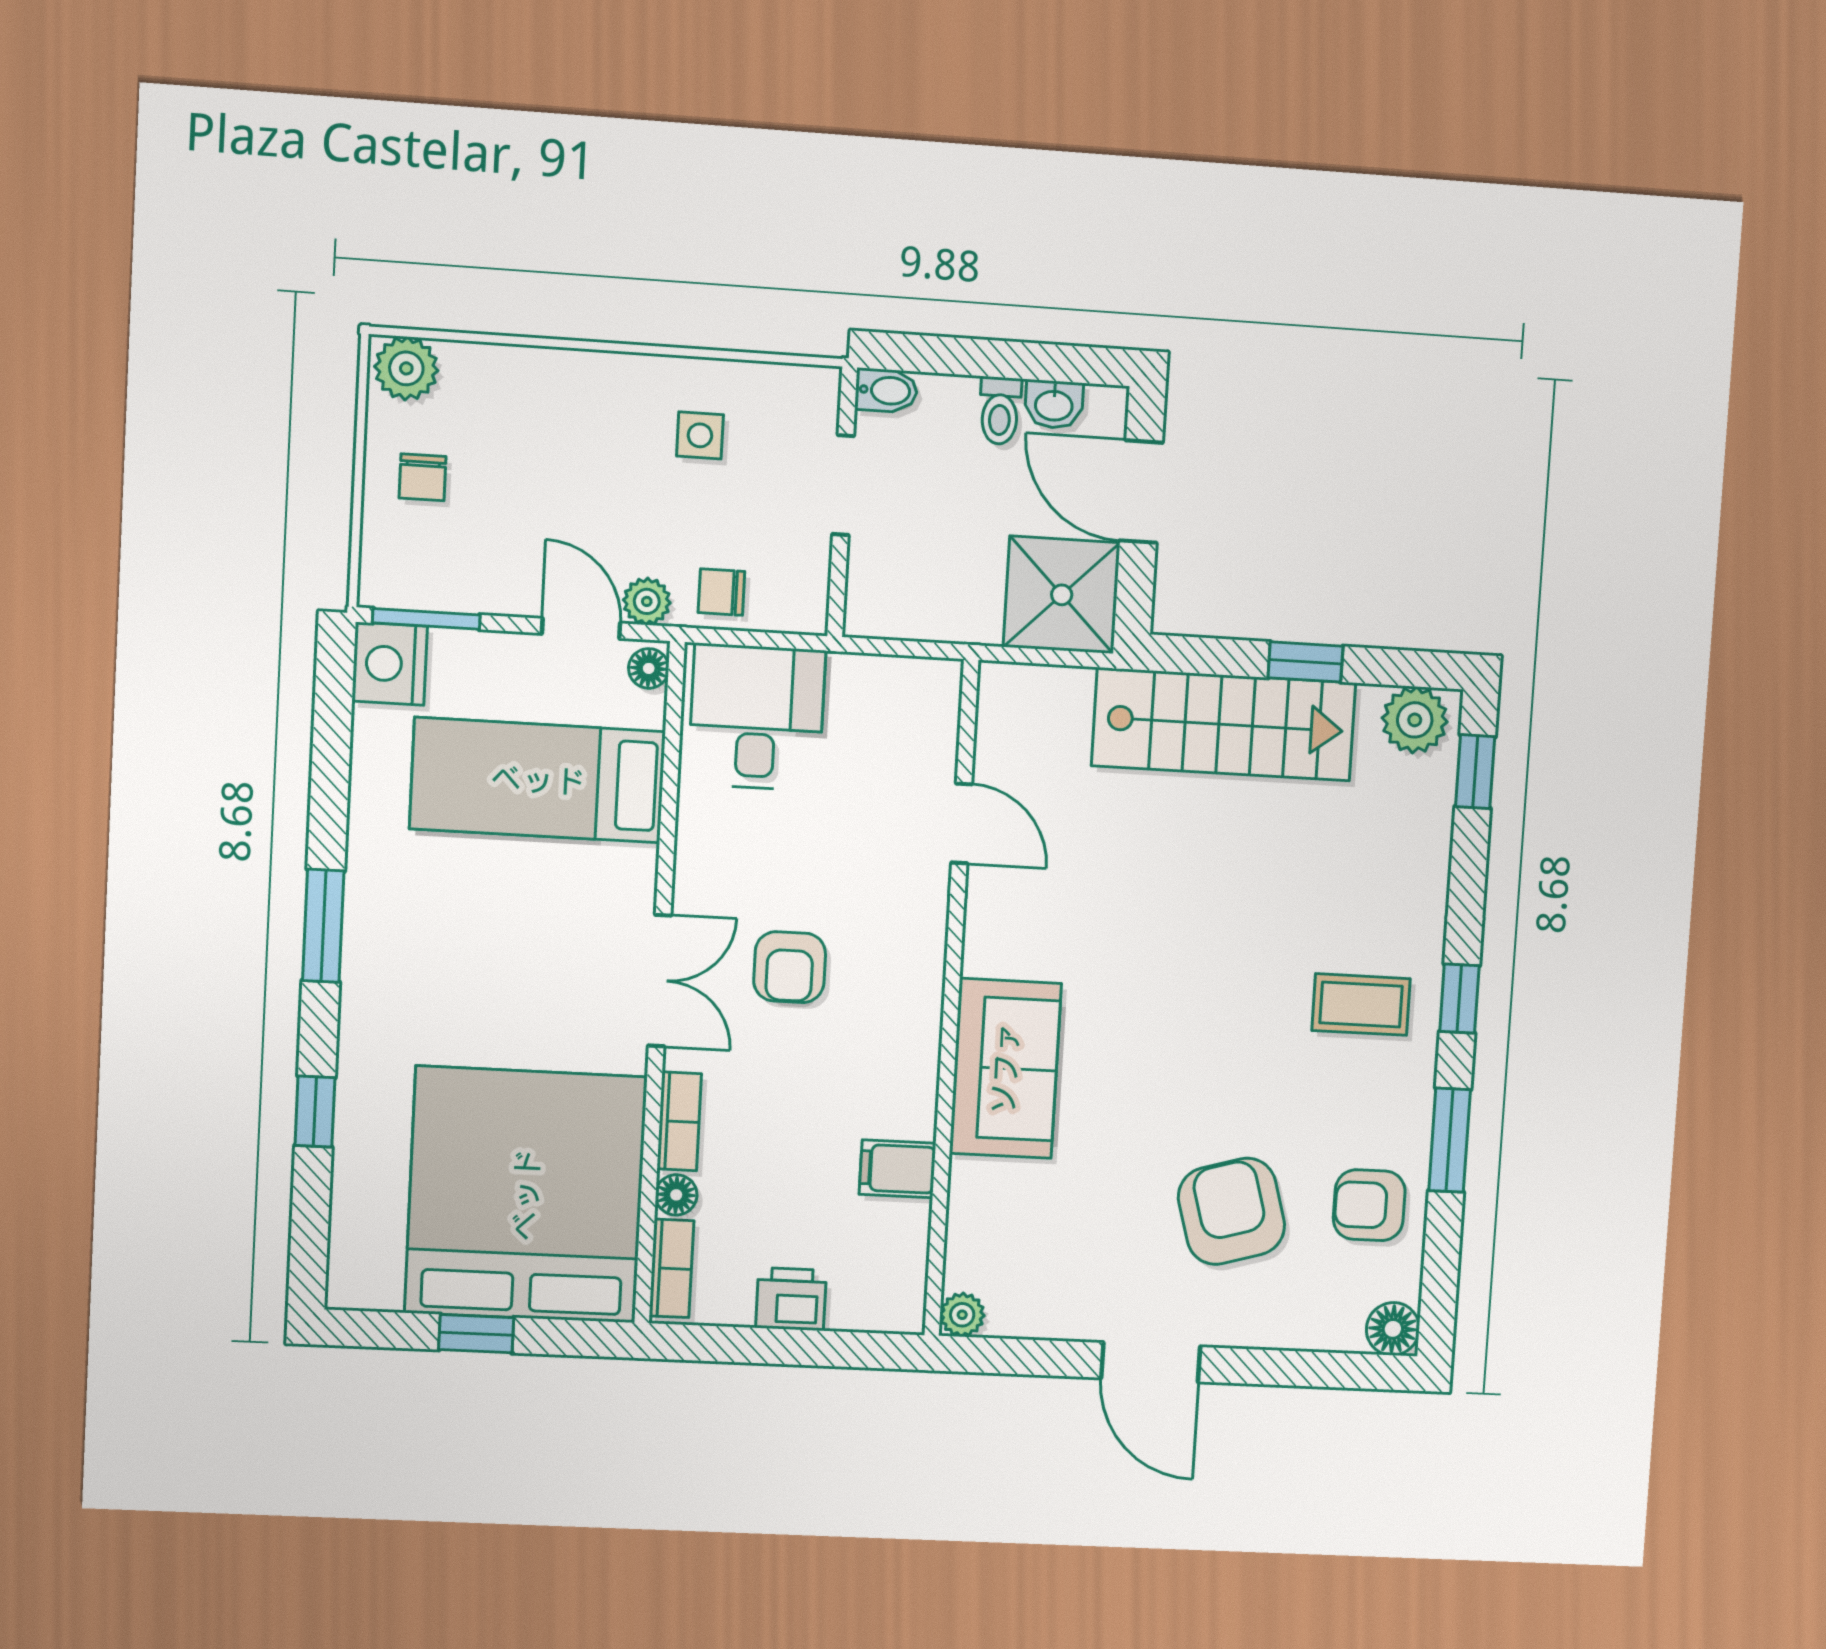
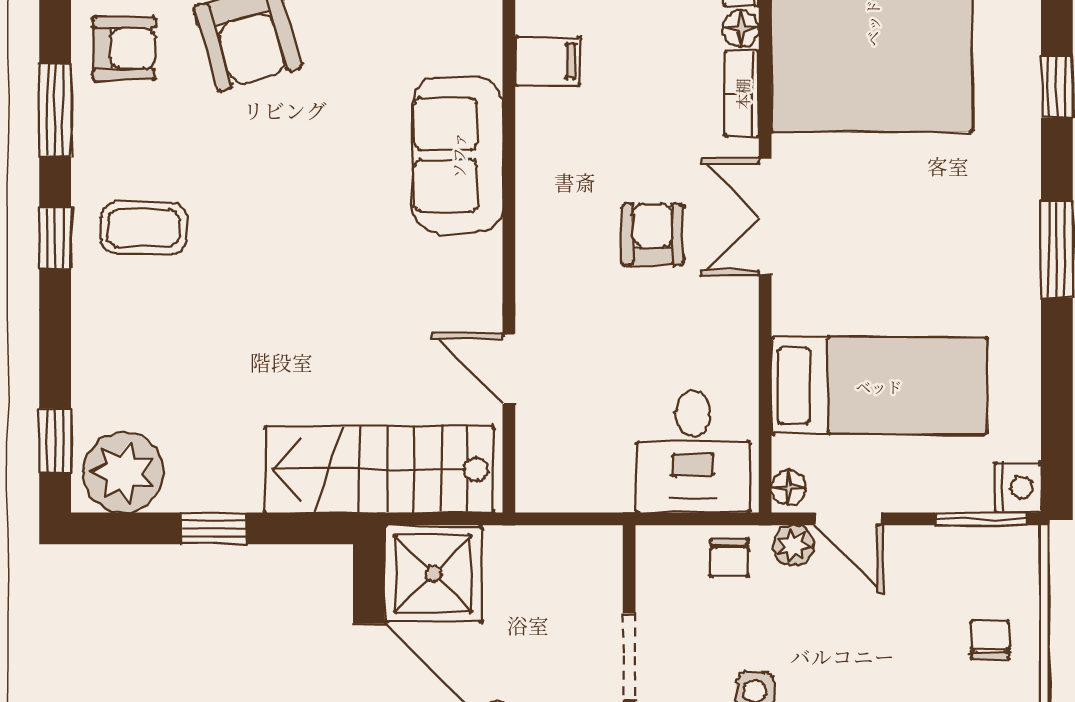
chair: (721, 592) -> (729, 558), turned 90
nightstand: (390, 664) -> (1018, 488), width x0.74, depth x0.75
plant: (1415, 720) -> (123, 472), width x1.36, depth x1.36
stairs: (1224, 724) -> (379, 469), moved

